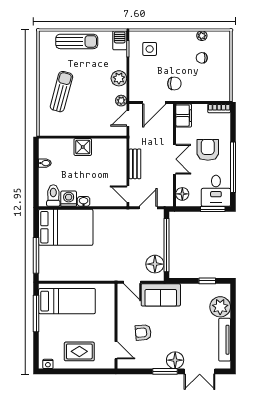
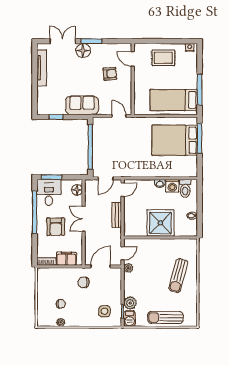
plant: (119, 78) -> (130, 303), moved
filing cabinet: (184, 116) -> (66, 259), moved, turned 90
shower: (83, 147) -> (160, 223), width x1.86, depth x1.86
door: (128, 194) -> (123, 190), hinge flipped
bed: (66, 227) -> (175, 140), moved
floor lamp: (155, 264) -> (100, 131), removed
sofa: (161, 295) -> (82, 105), moved
plant: (220, 307) -> (45, 95), removed

